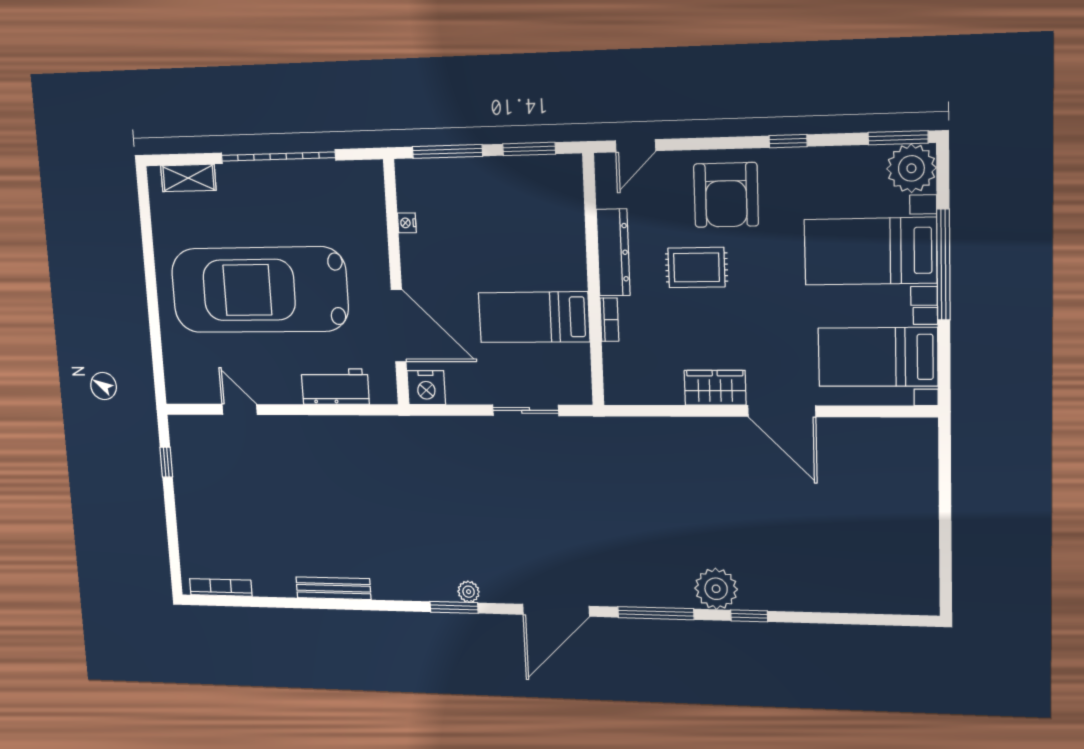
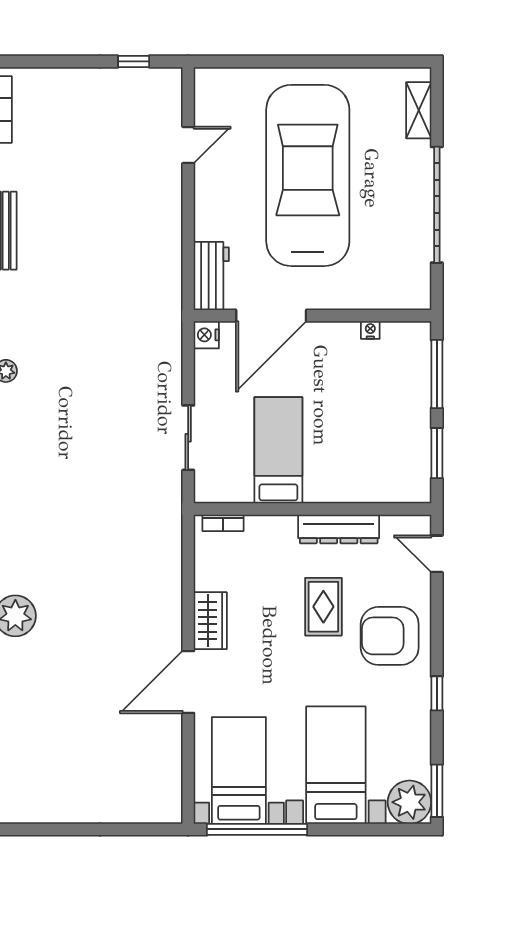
window: (943, 265) -> (257, 829), moved
bookcase: (609, 320) -> (223, 523), moved
workbench: (335, 387) -> (211, 276), moved
nightstand: (426, 388) -> (206, 335), width x0.74, depth x0.75

